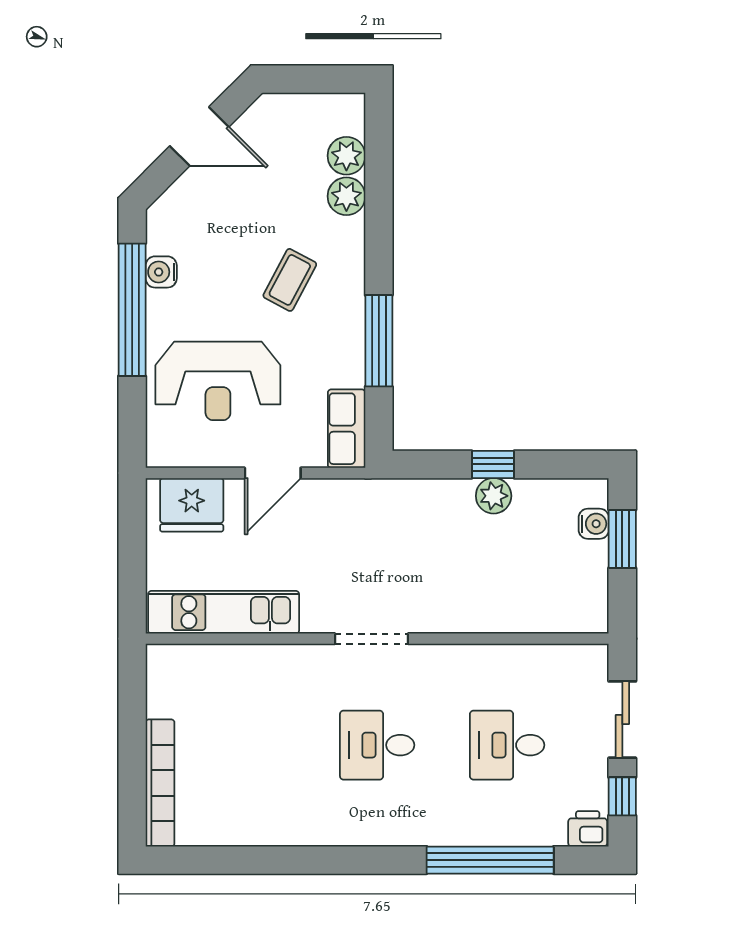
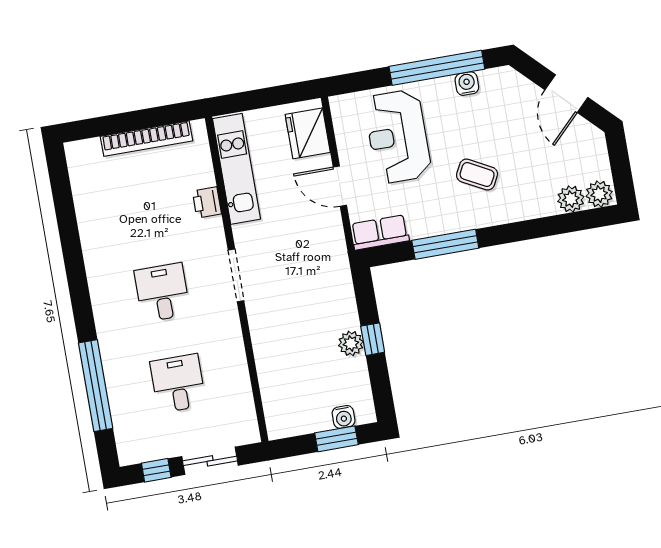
plant: (346, 196) -> (599, 194), moved
bookcase: (160, 783) -> (147, 139), moved
printer: (588, 829) -> (207, 202), moved, turned 180

